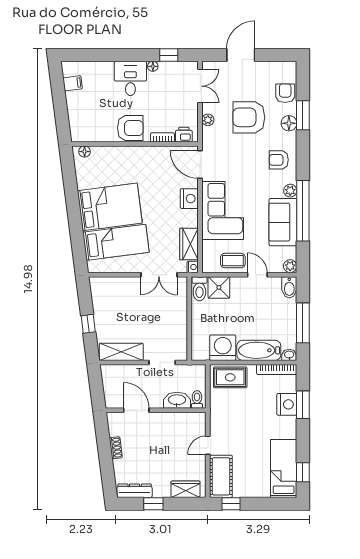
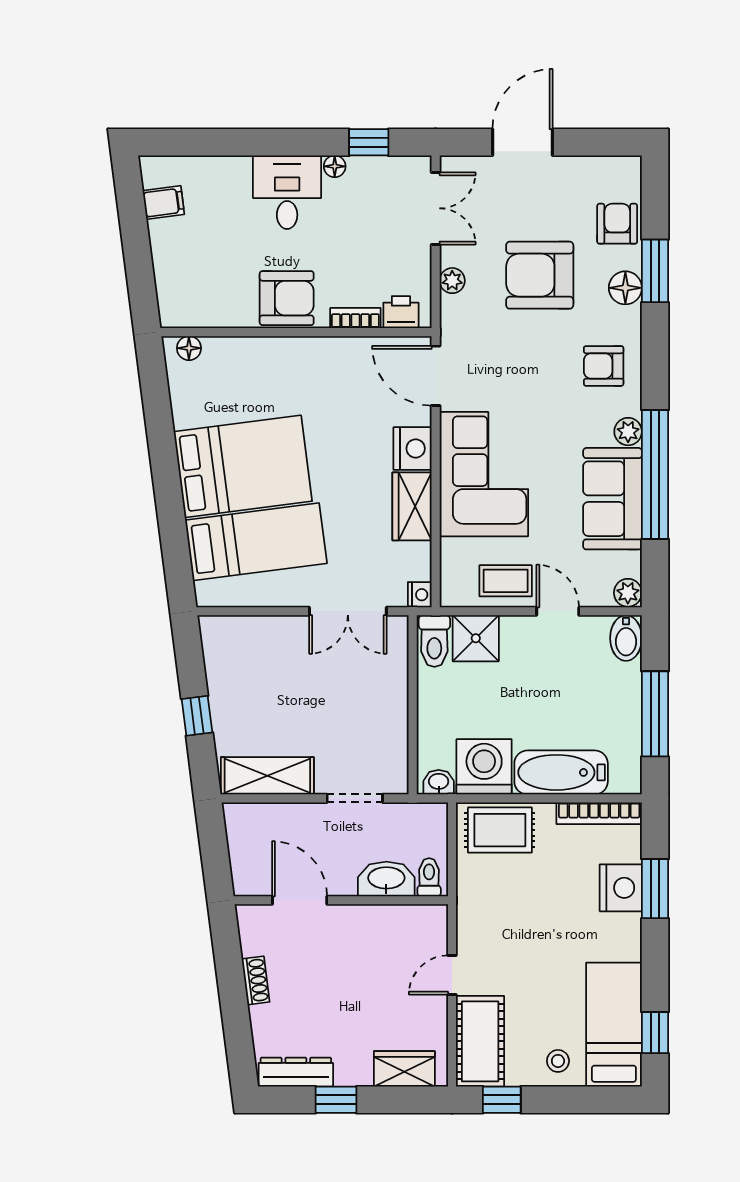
wardrobe: (189, 244) -> (412, 506), moved
washbasin: (289, 355) -> (439, 782), moved
stool: (257, 486) -> (558, 1061), added

